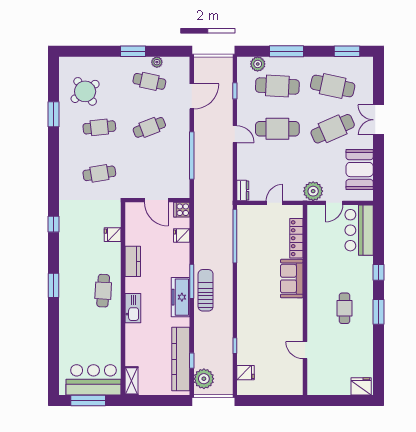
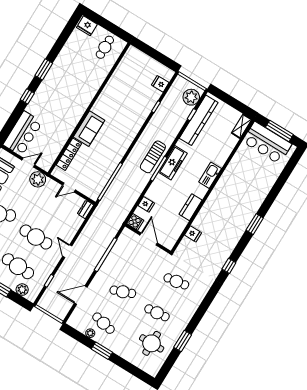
round table: (85, 91) -> (152, 343), turned 36
cafe table: (103, 291) -> (223, 200), removed
cafe table: (345, 308) -> (105, 47), moved
door: (305, 350) -> (110, 74), removed

